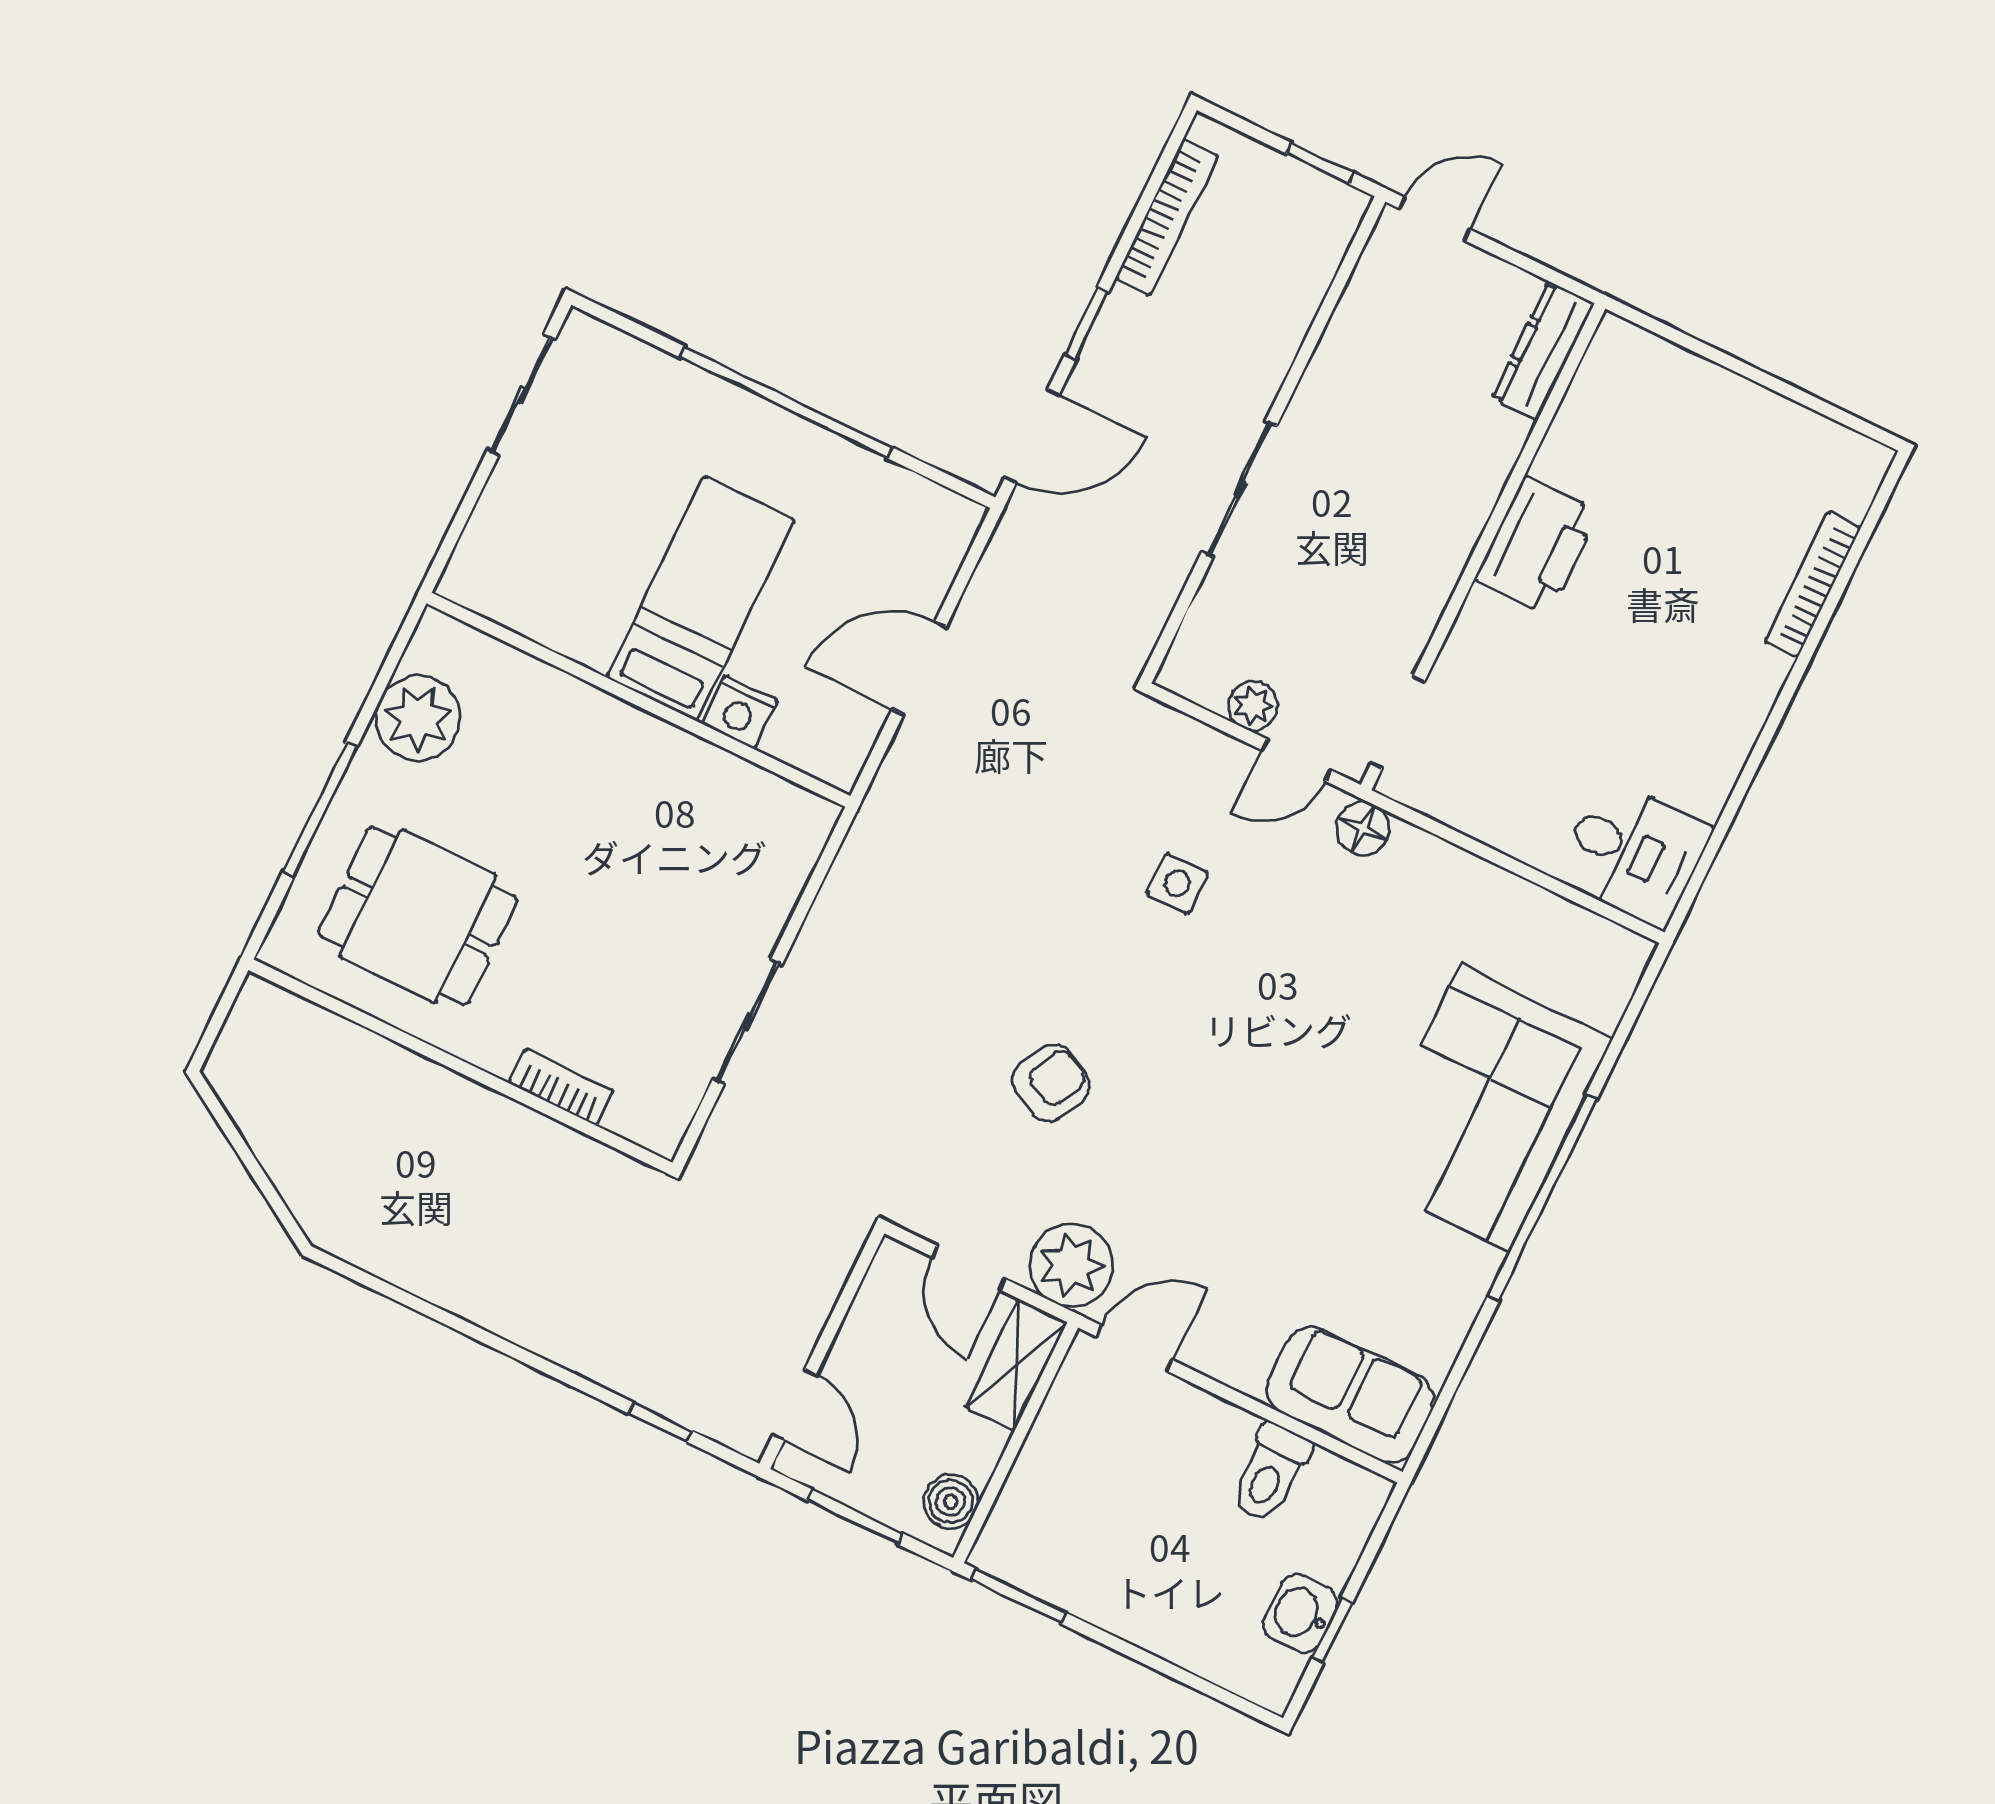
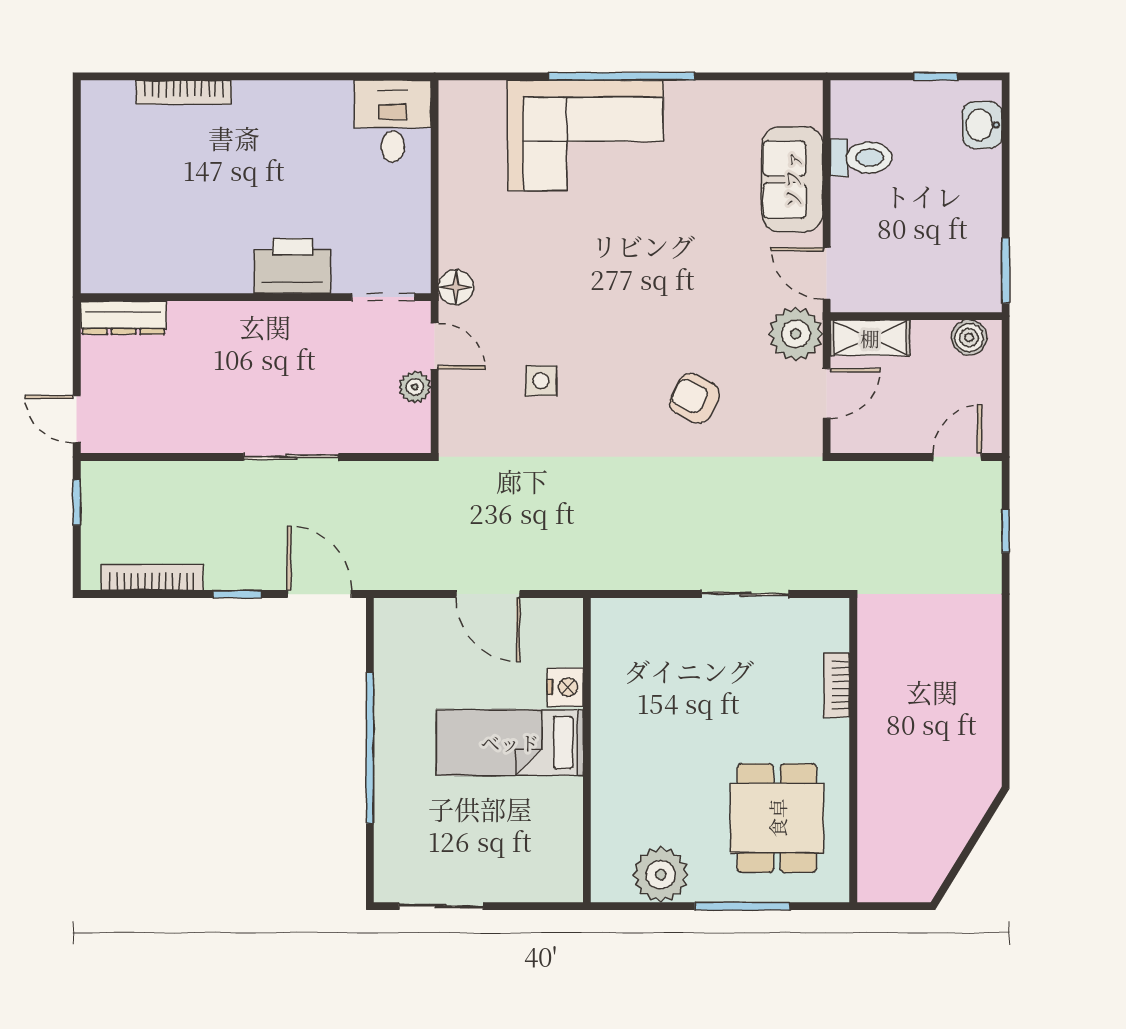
printer: (1537, 546) -> (293, 266), moved
sofa: (1350, 1395) -> (792, 179), moved
window: (855, 1517) -> (1006, 390), removed
washbasin: (1300, 1614) -> (982, 125), moved, turned 90

